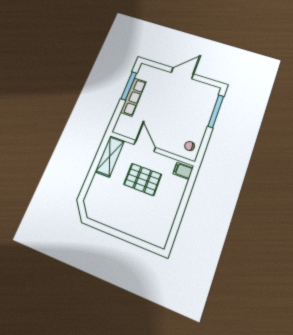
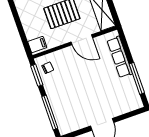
row of seats: (133, 97) -> (120, 57), moved
window: (203, 147) -> (37, 75), added

